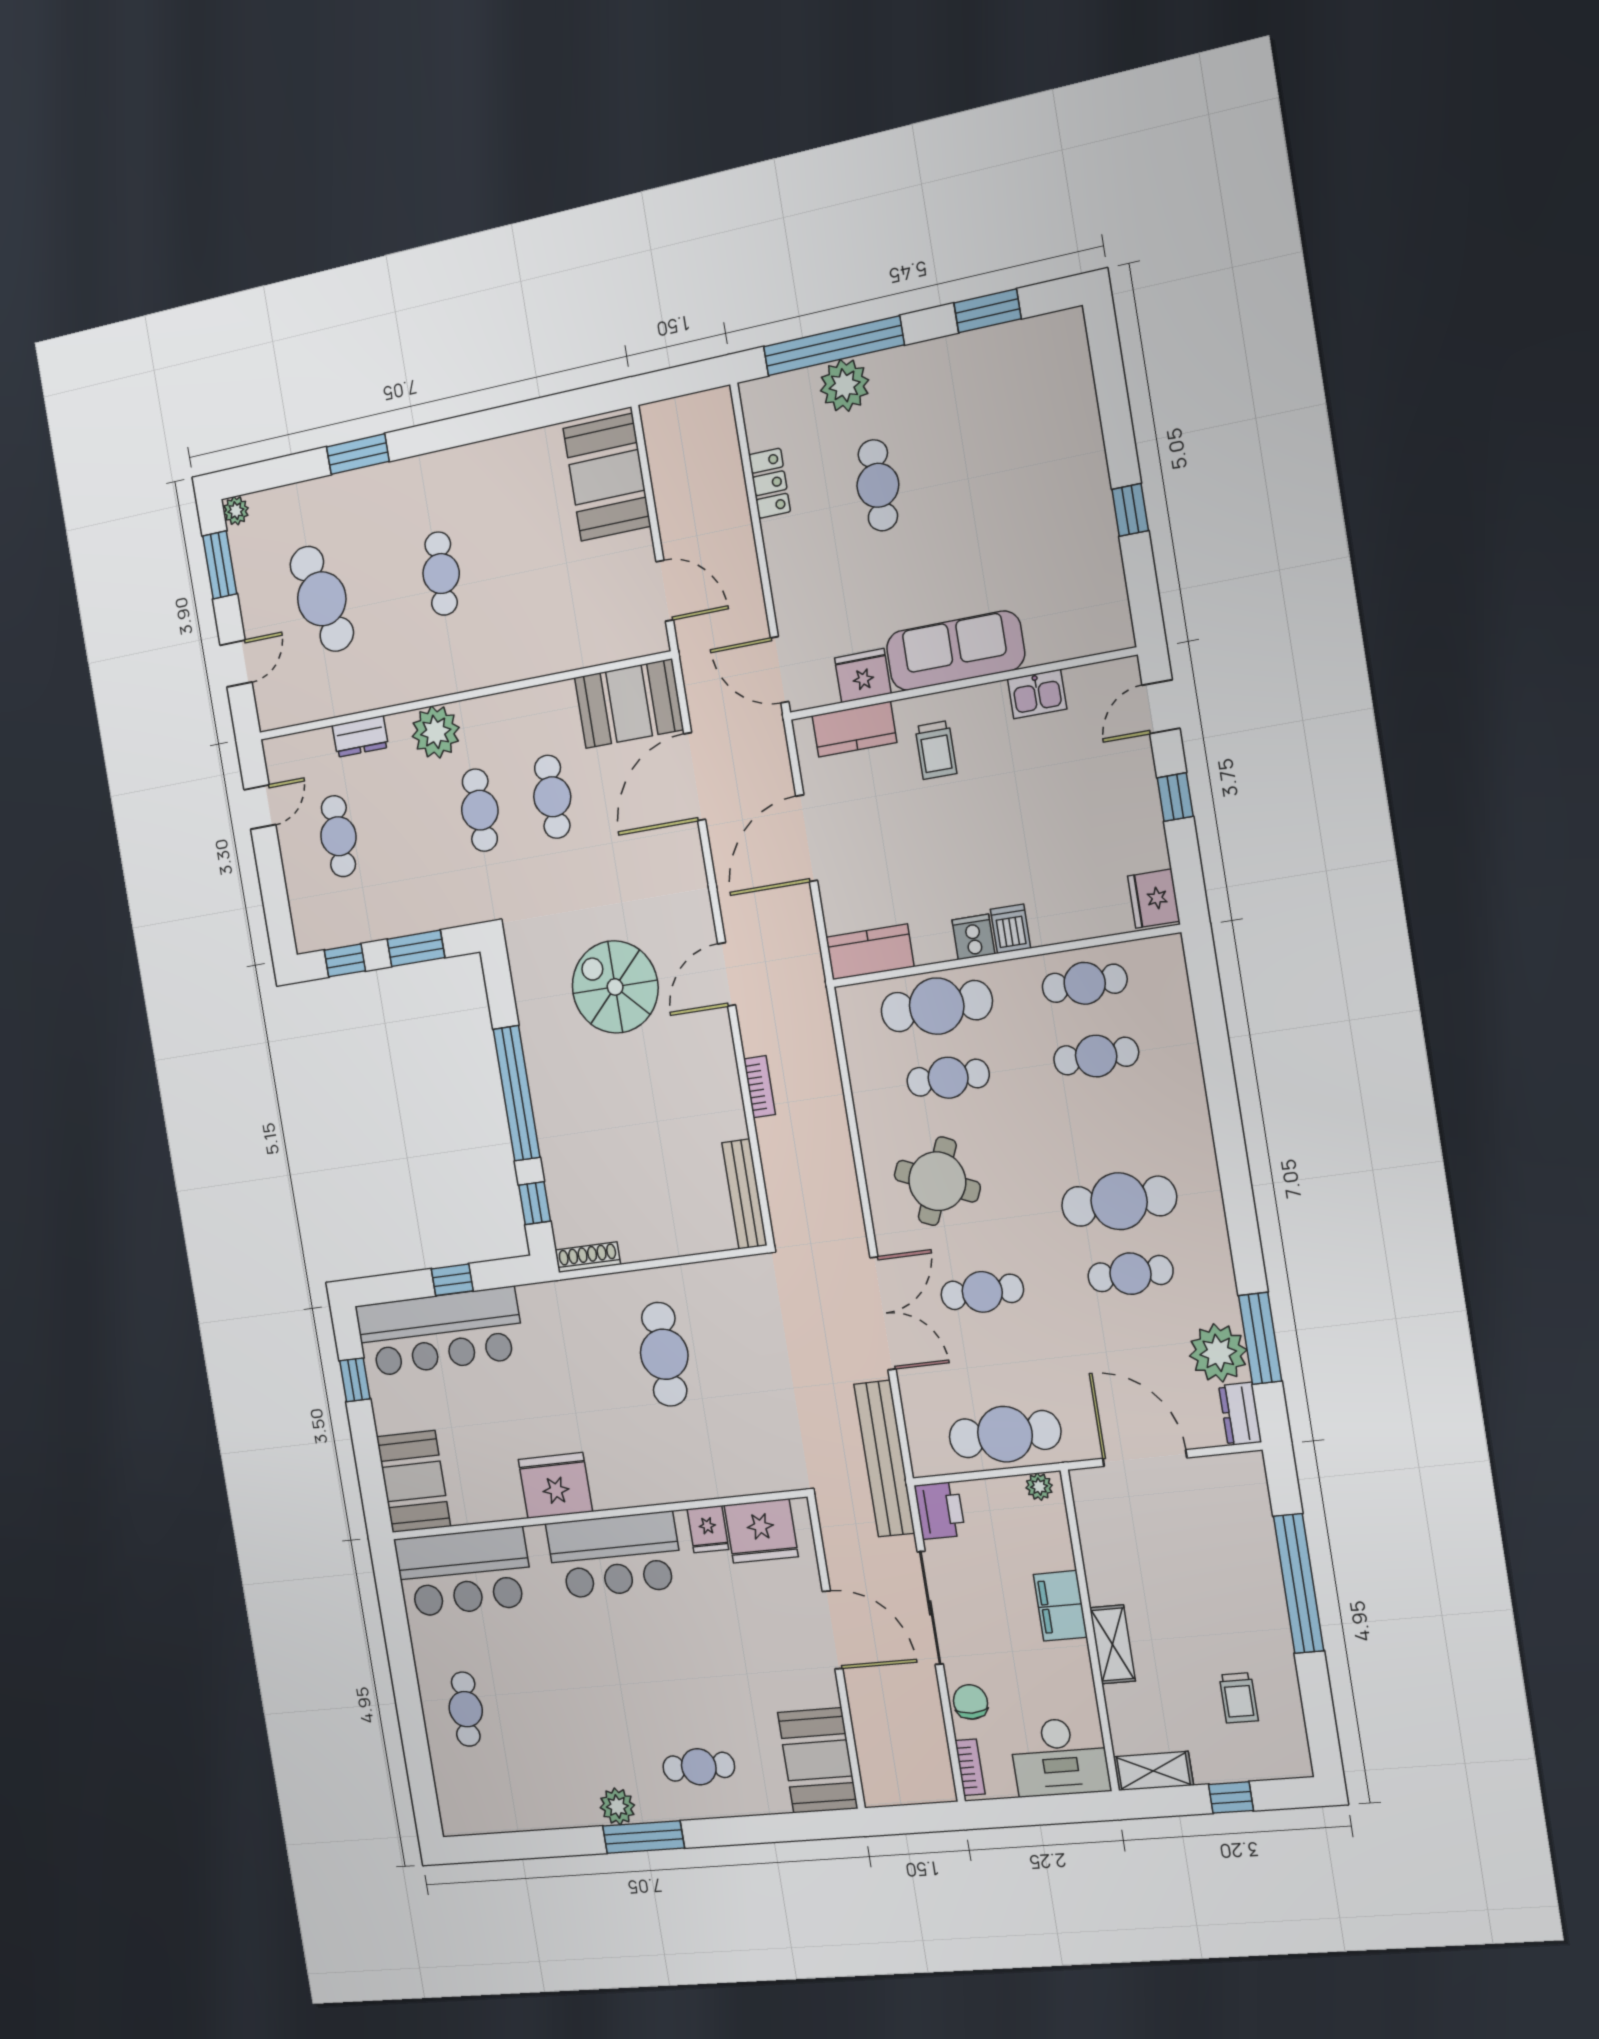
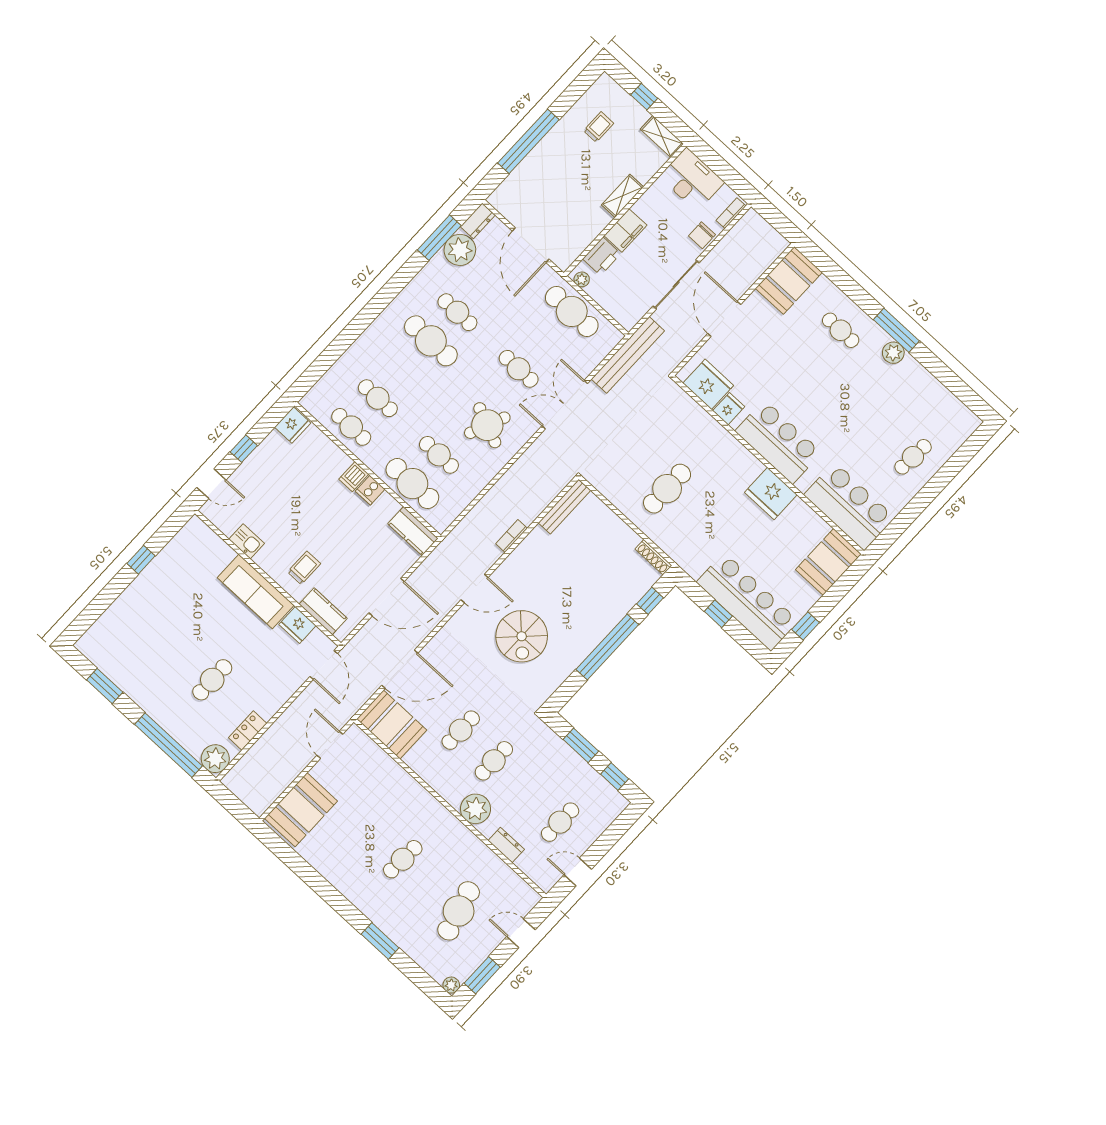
plant: (845, 385) -> (215, 759), moved
printer: (940, 1510) -> (602, 256), moved, turned 180

